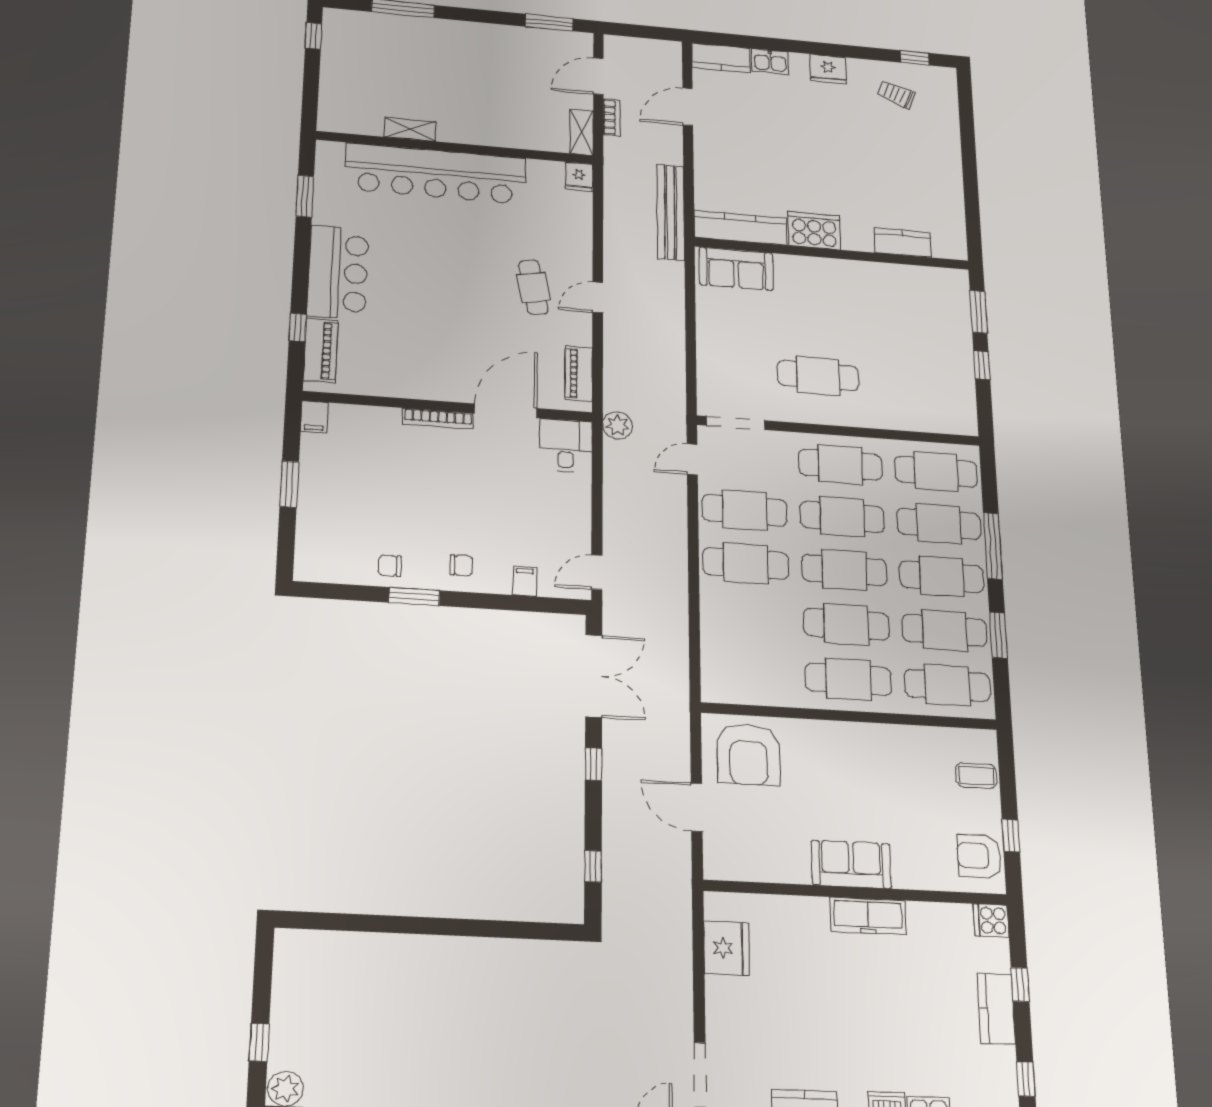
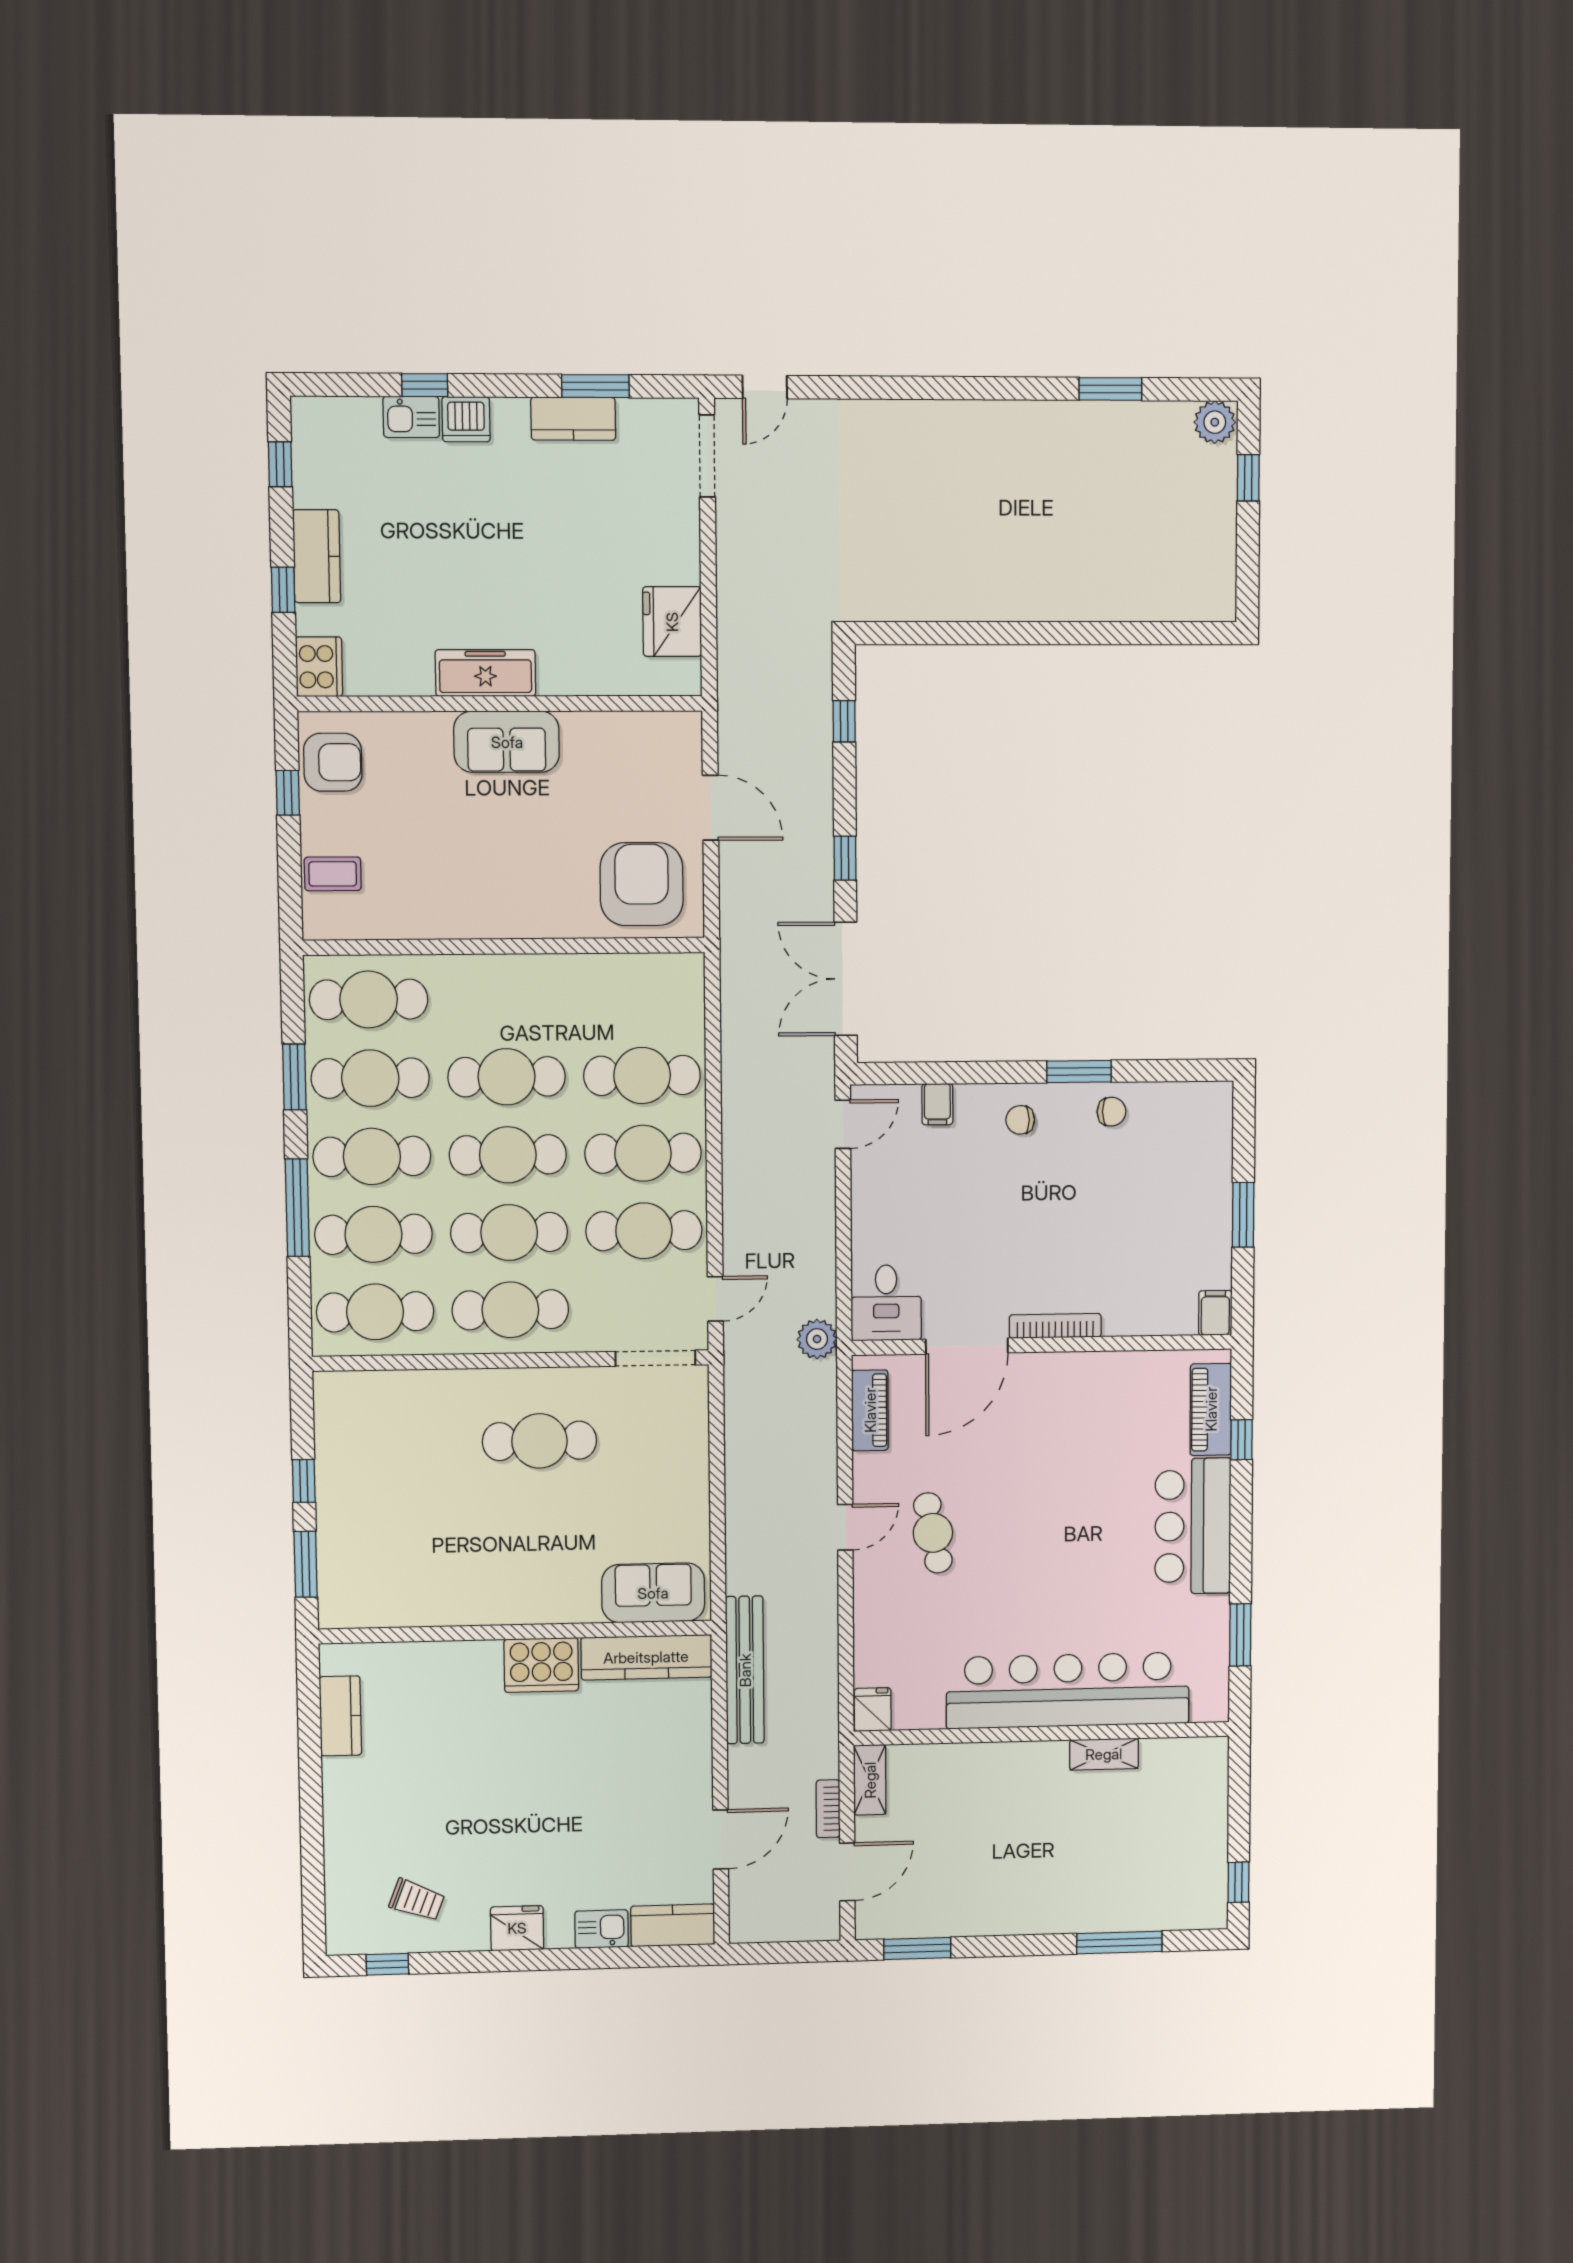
kitchen counter: (903, 243) -> (340, 1716), moved, turned -90
cafe table: (848, 679) -> (642, 1075), moved
cooker: (991, 921) -> (319, 667), width x1.36

